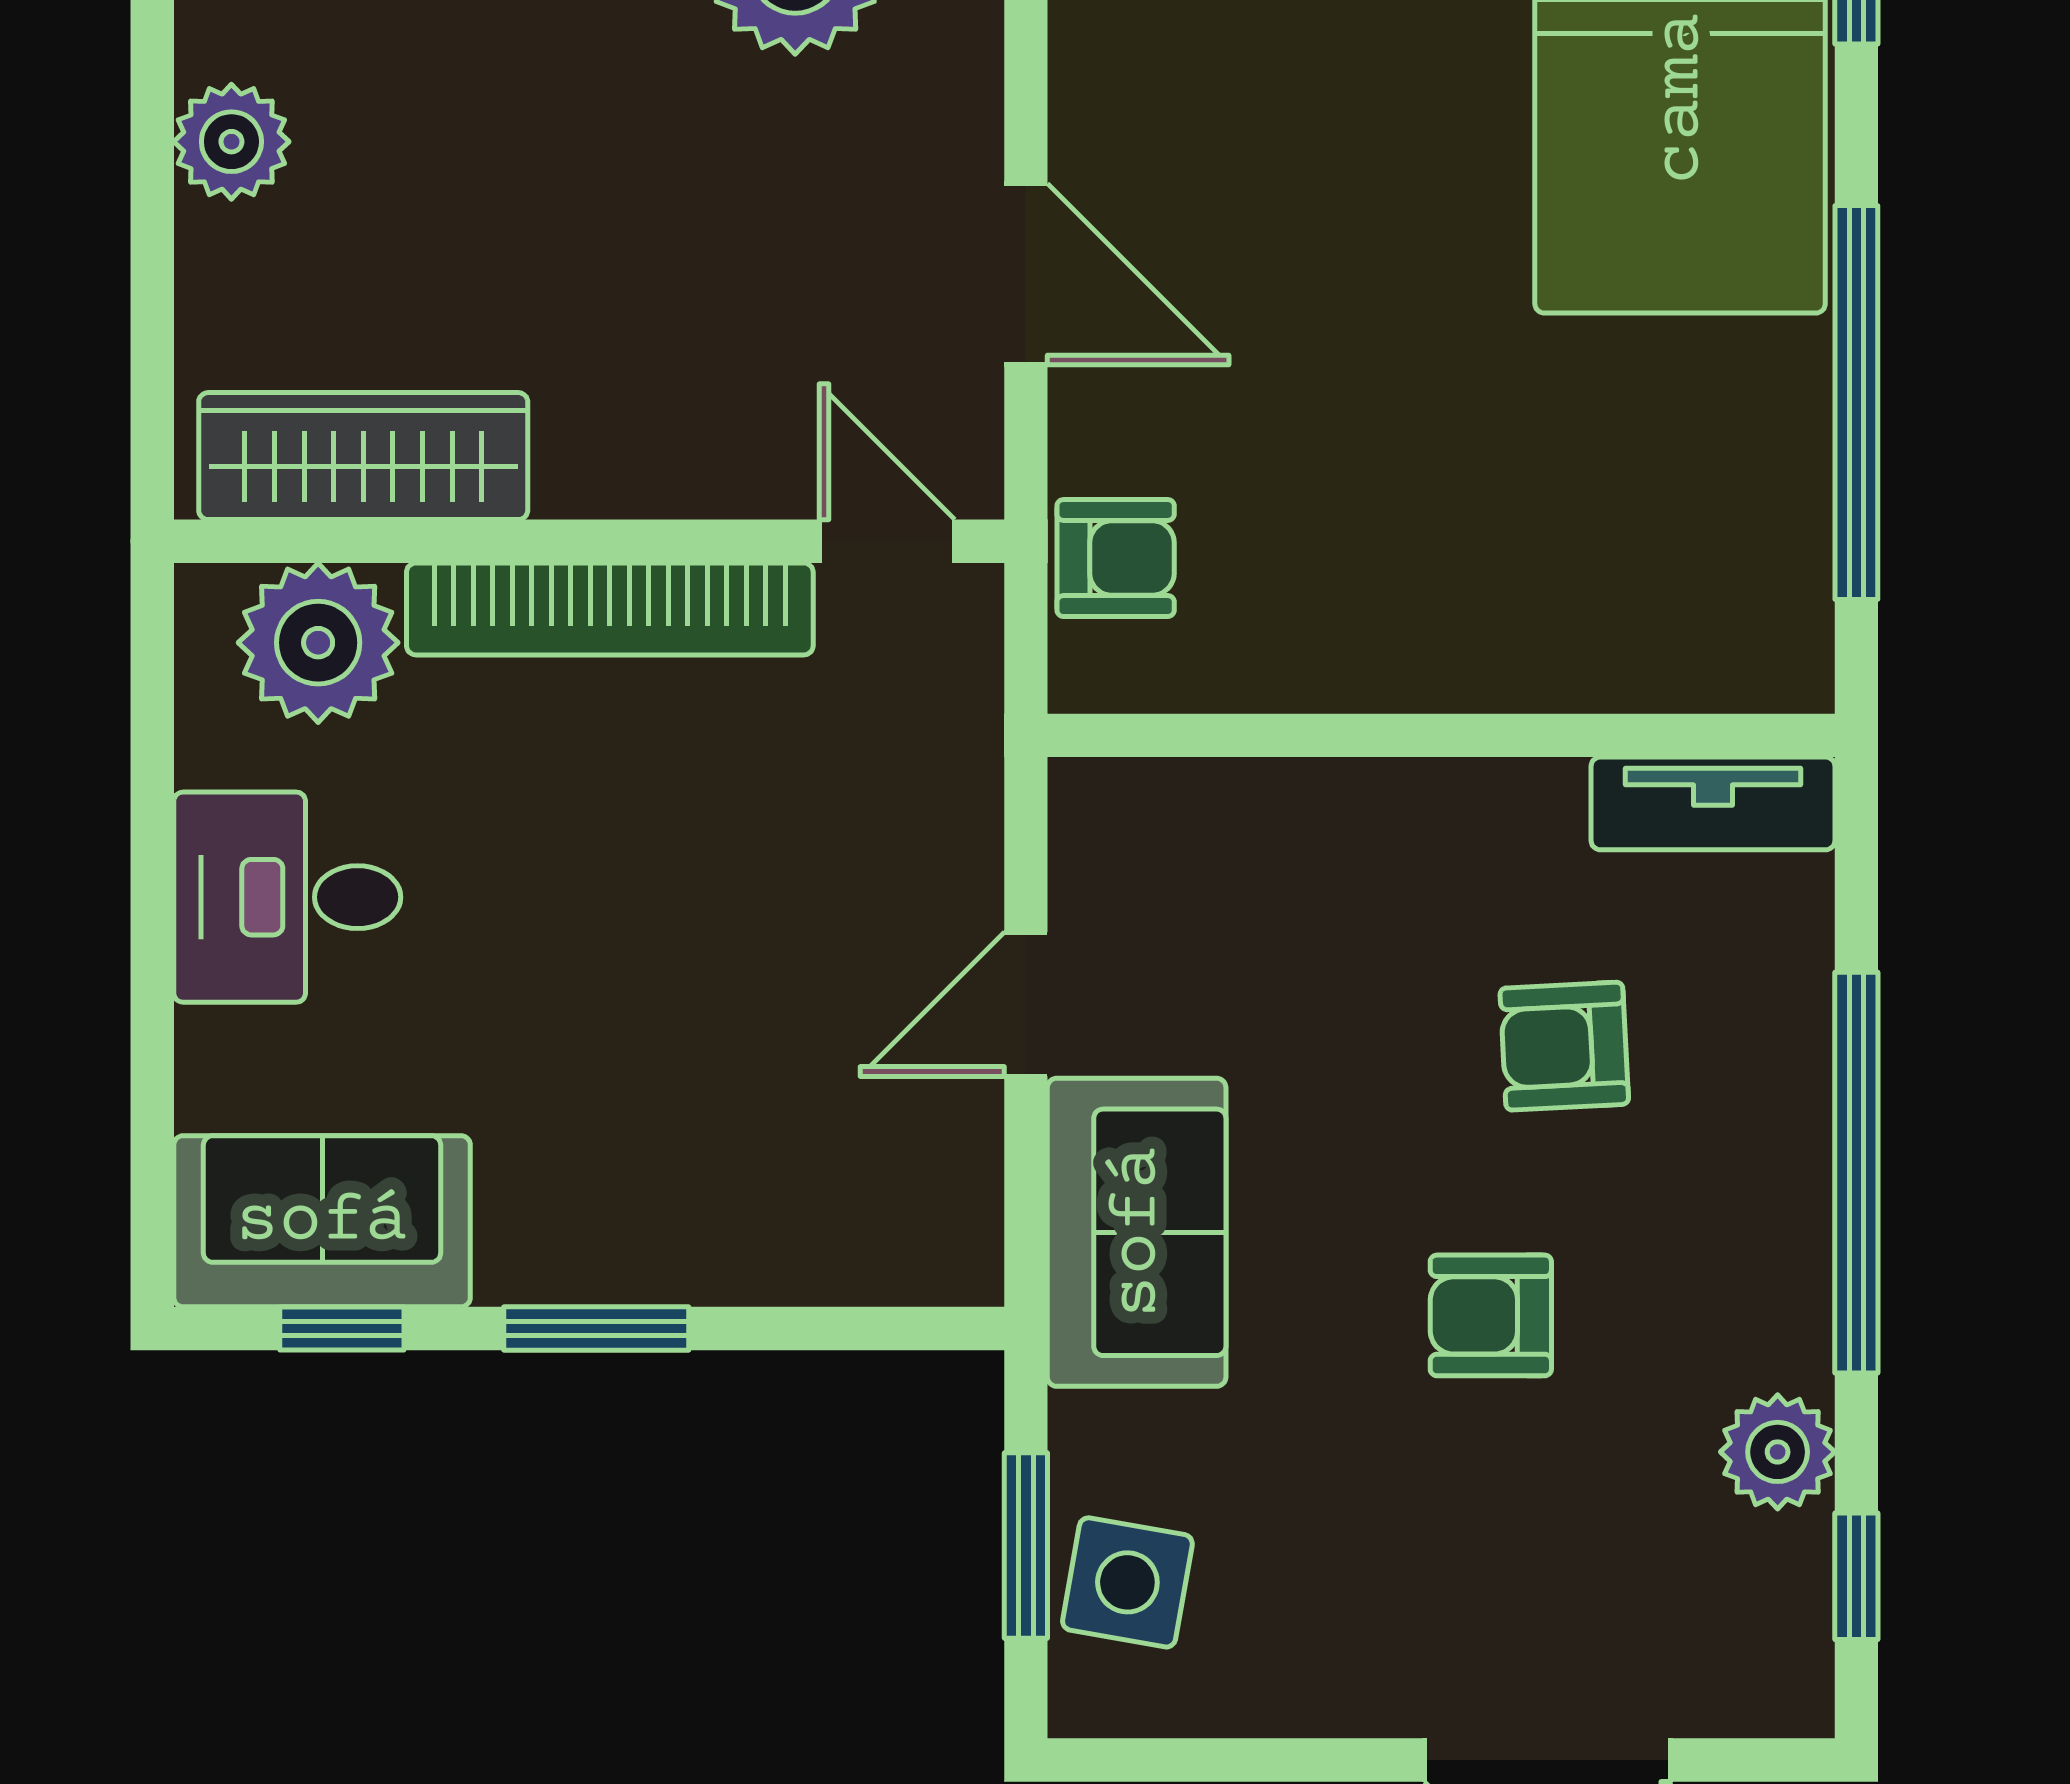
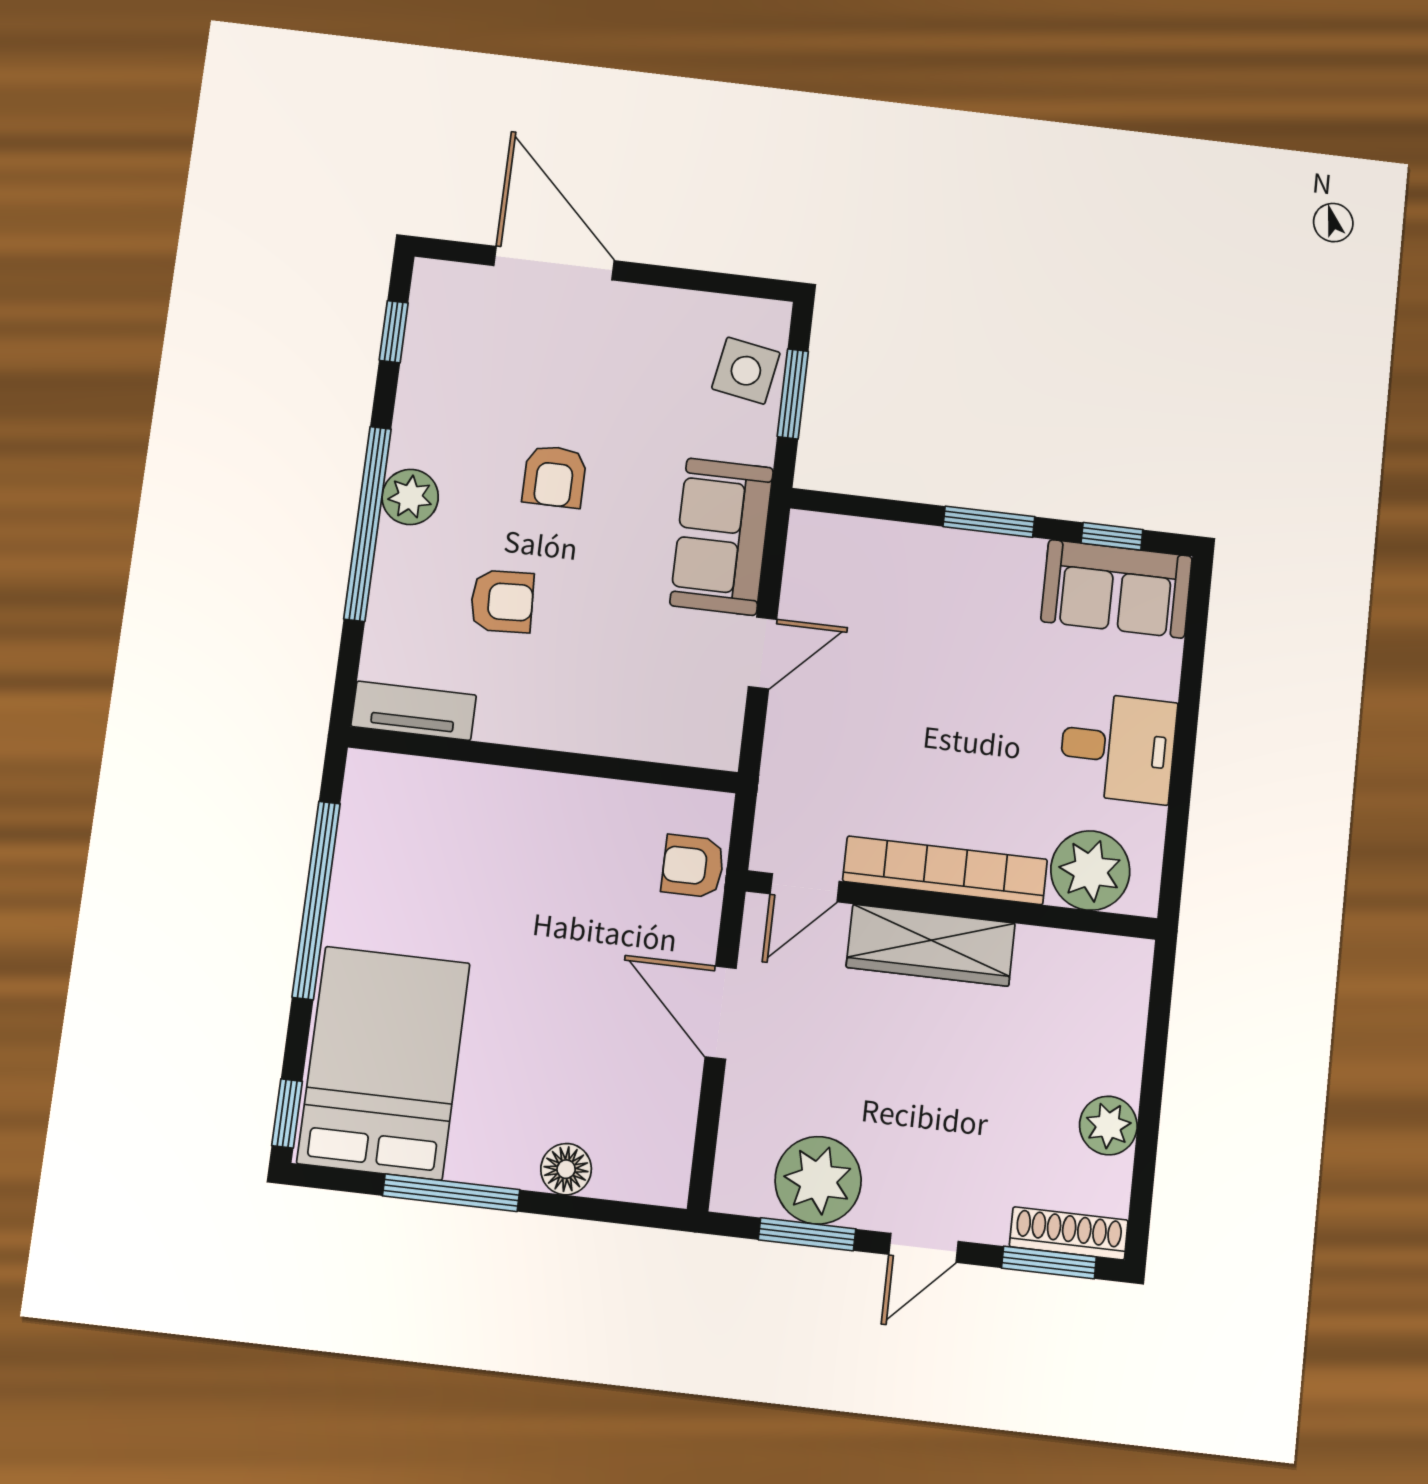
wardrobe: (363, 456) -> (931, 945), moved
door: (887, 541) -> (805, 888), hinge flipped
armchair: (1491, 1315) -> (554, 476), turned 90
plant: (1778, 1452) -> (410, 497), moved

